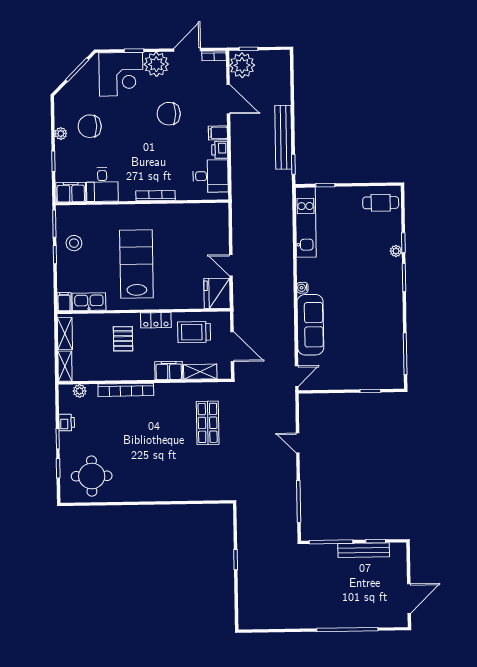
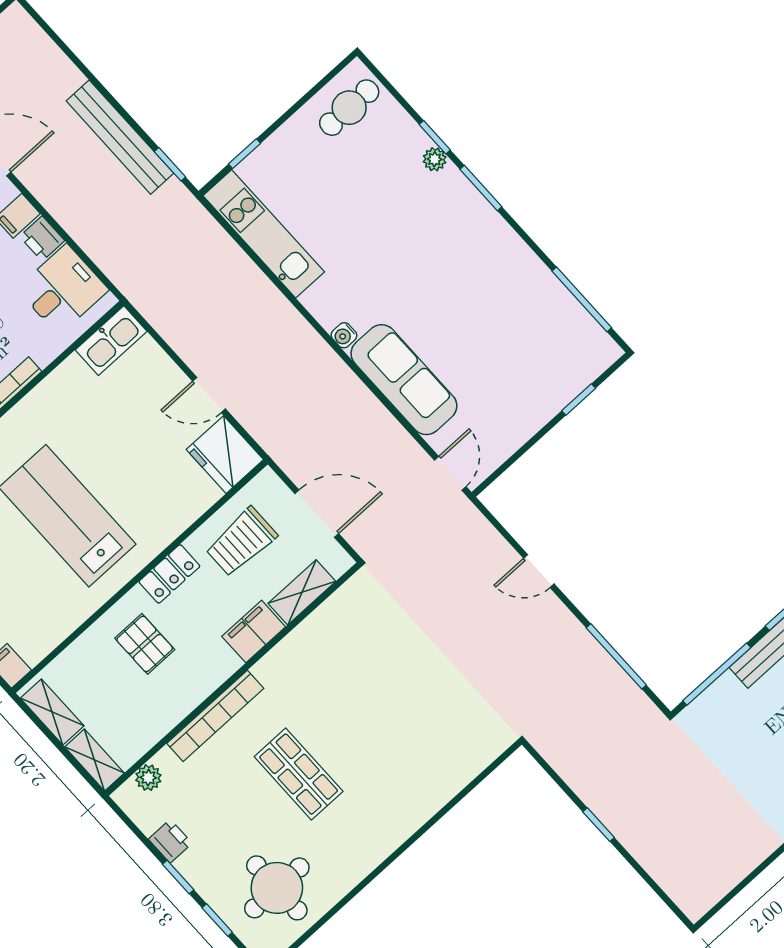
kitchen sink: (89, 302) -> (111, 341), moved, turned 180
shop shelf: (208, 423) -> (299, 774), moved

